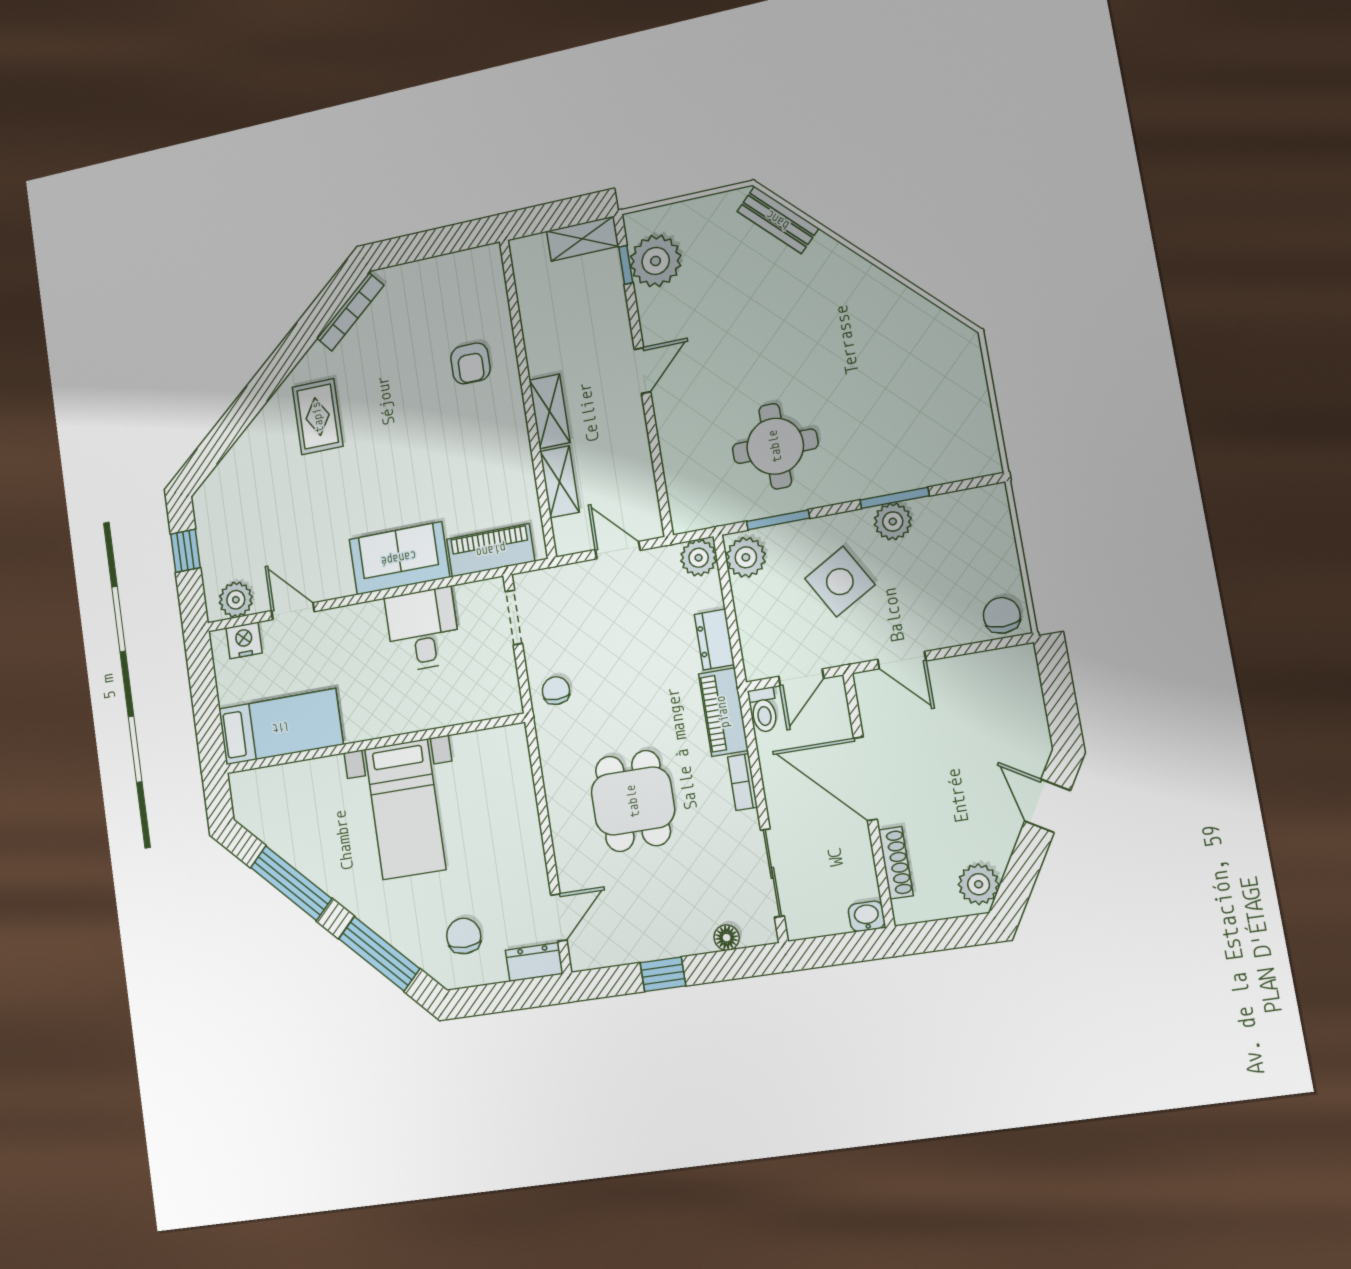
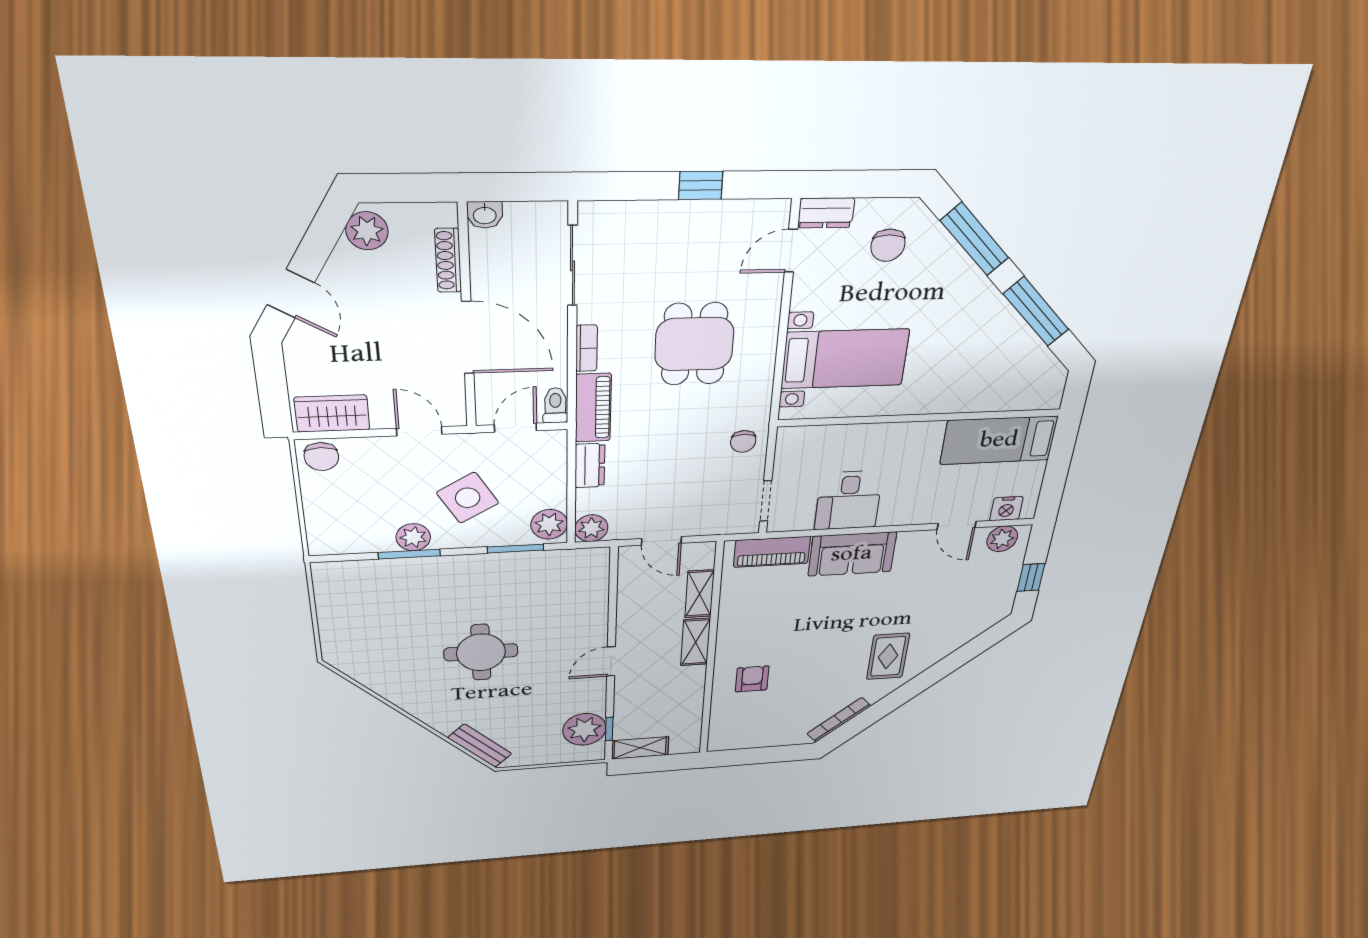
round table: (775, 446) -> (481, 652), moved
wardrobe: (995, 671) -> (332, 414), added
bed with nightstands: (405, 809) -> (845, 359), moved, turned 90
floor lamp: (727, 938) -> (629, 212), removed

